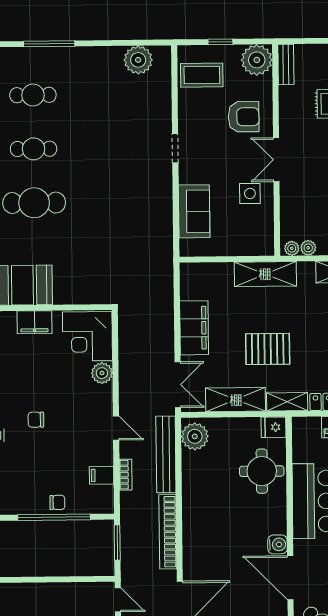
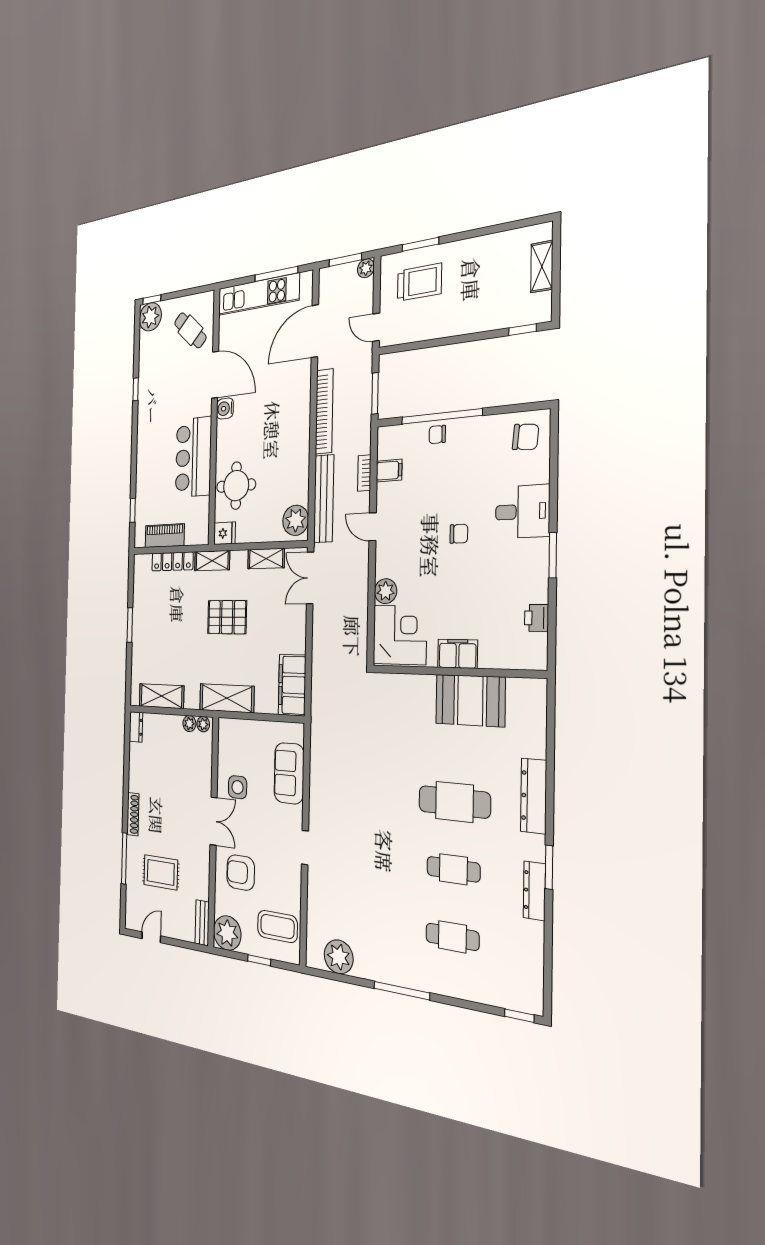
window: (49, 44) -> (402, 991), moved
filing cabinet: (194, 328) -> (292, 685), moved
shelving: (236, 400) -> (266, 559), width x0.67, depth x0.75

